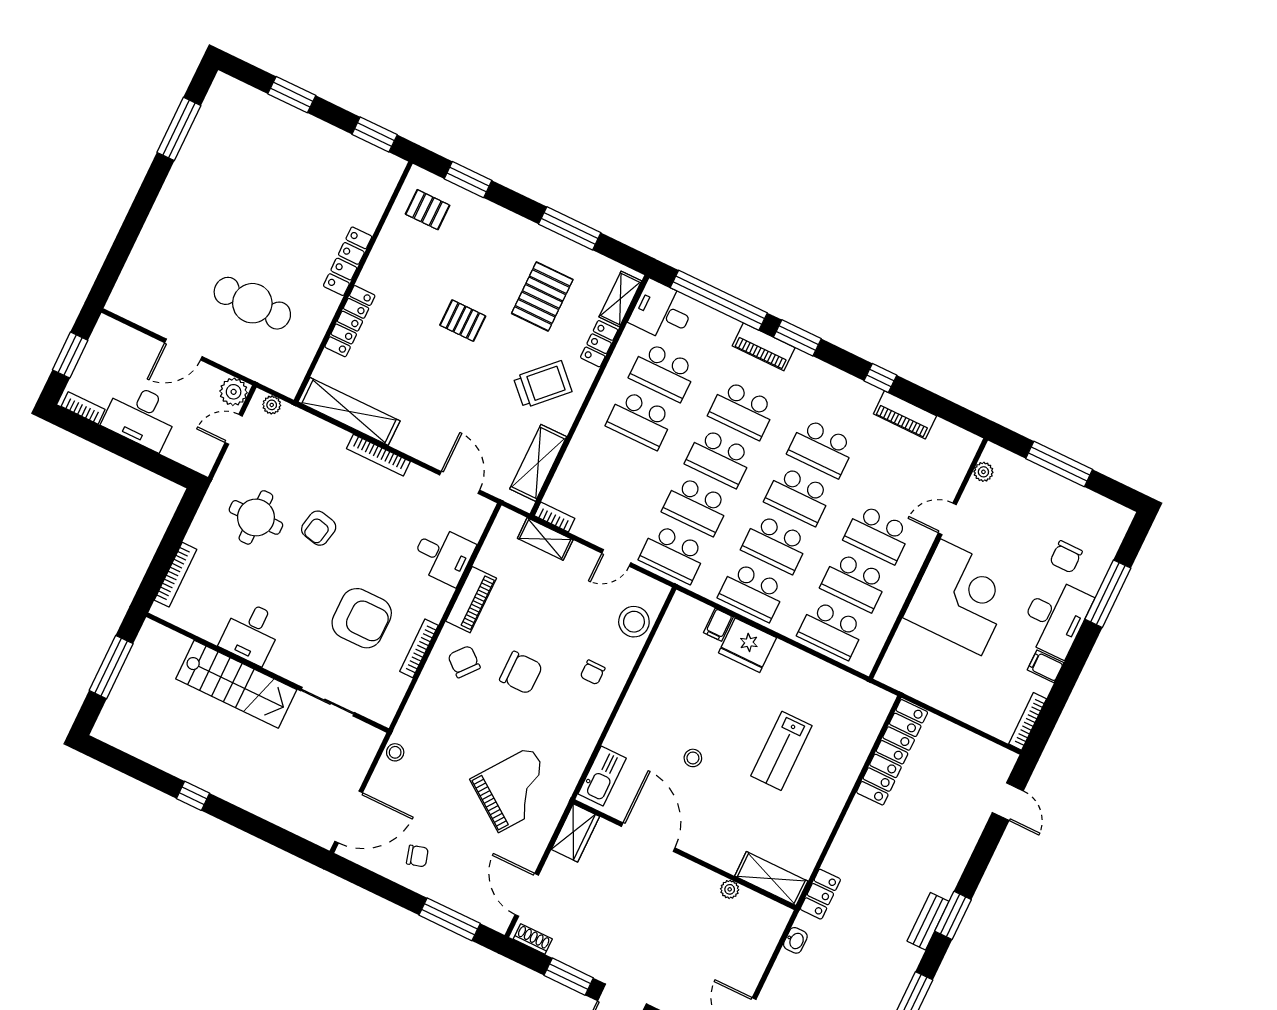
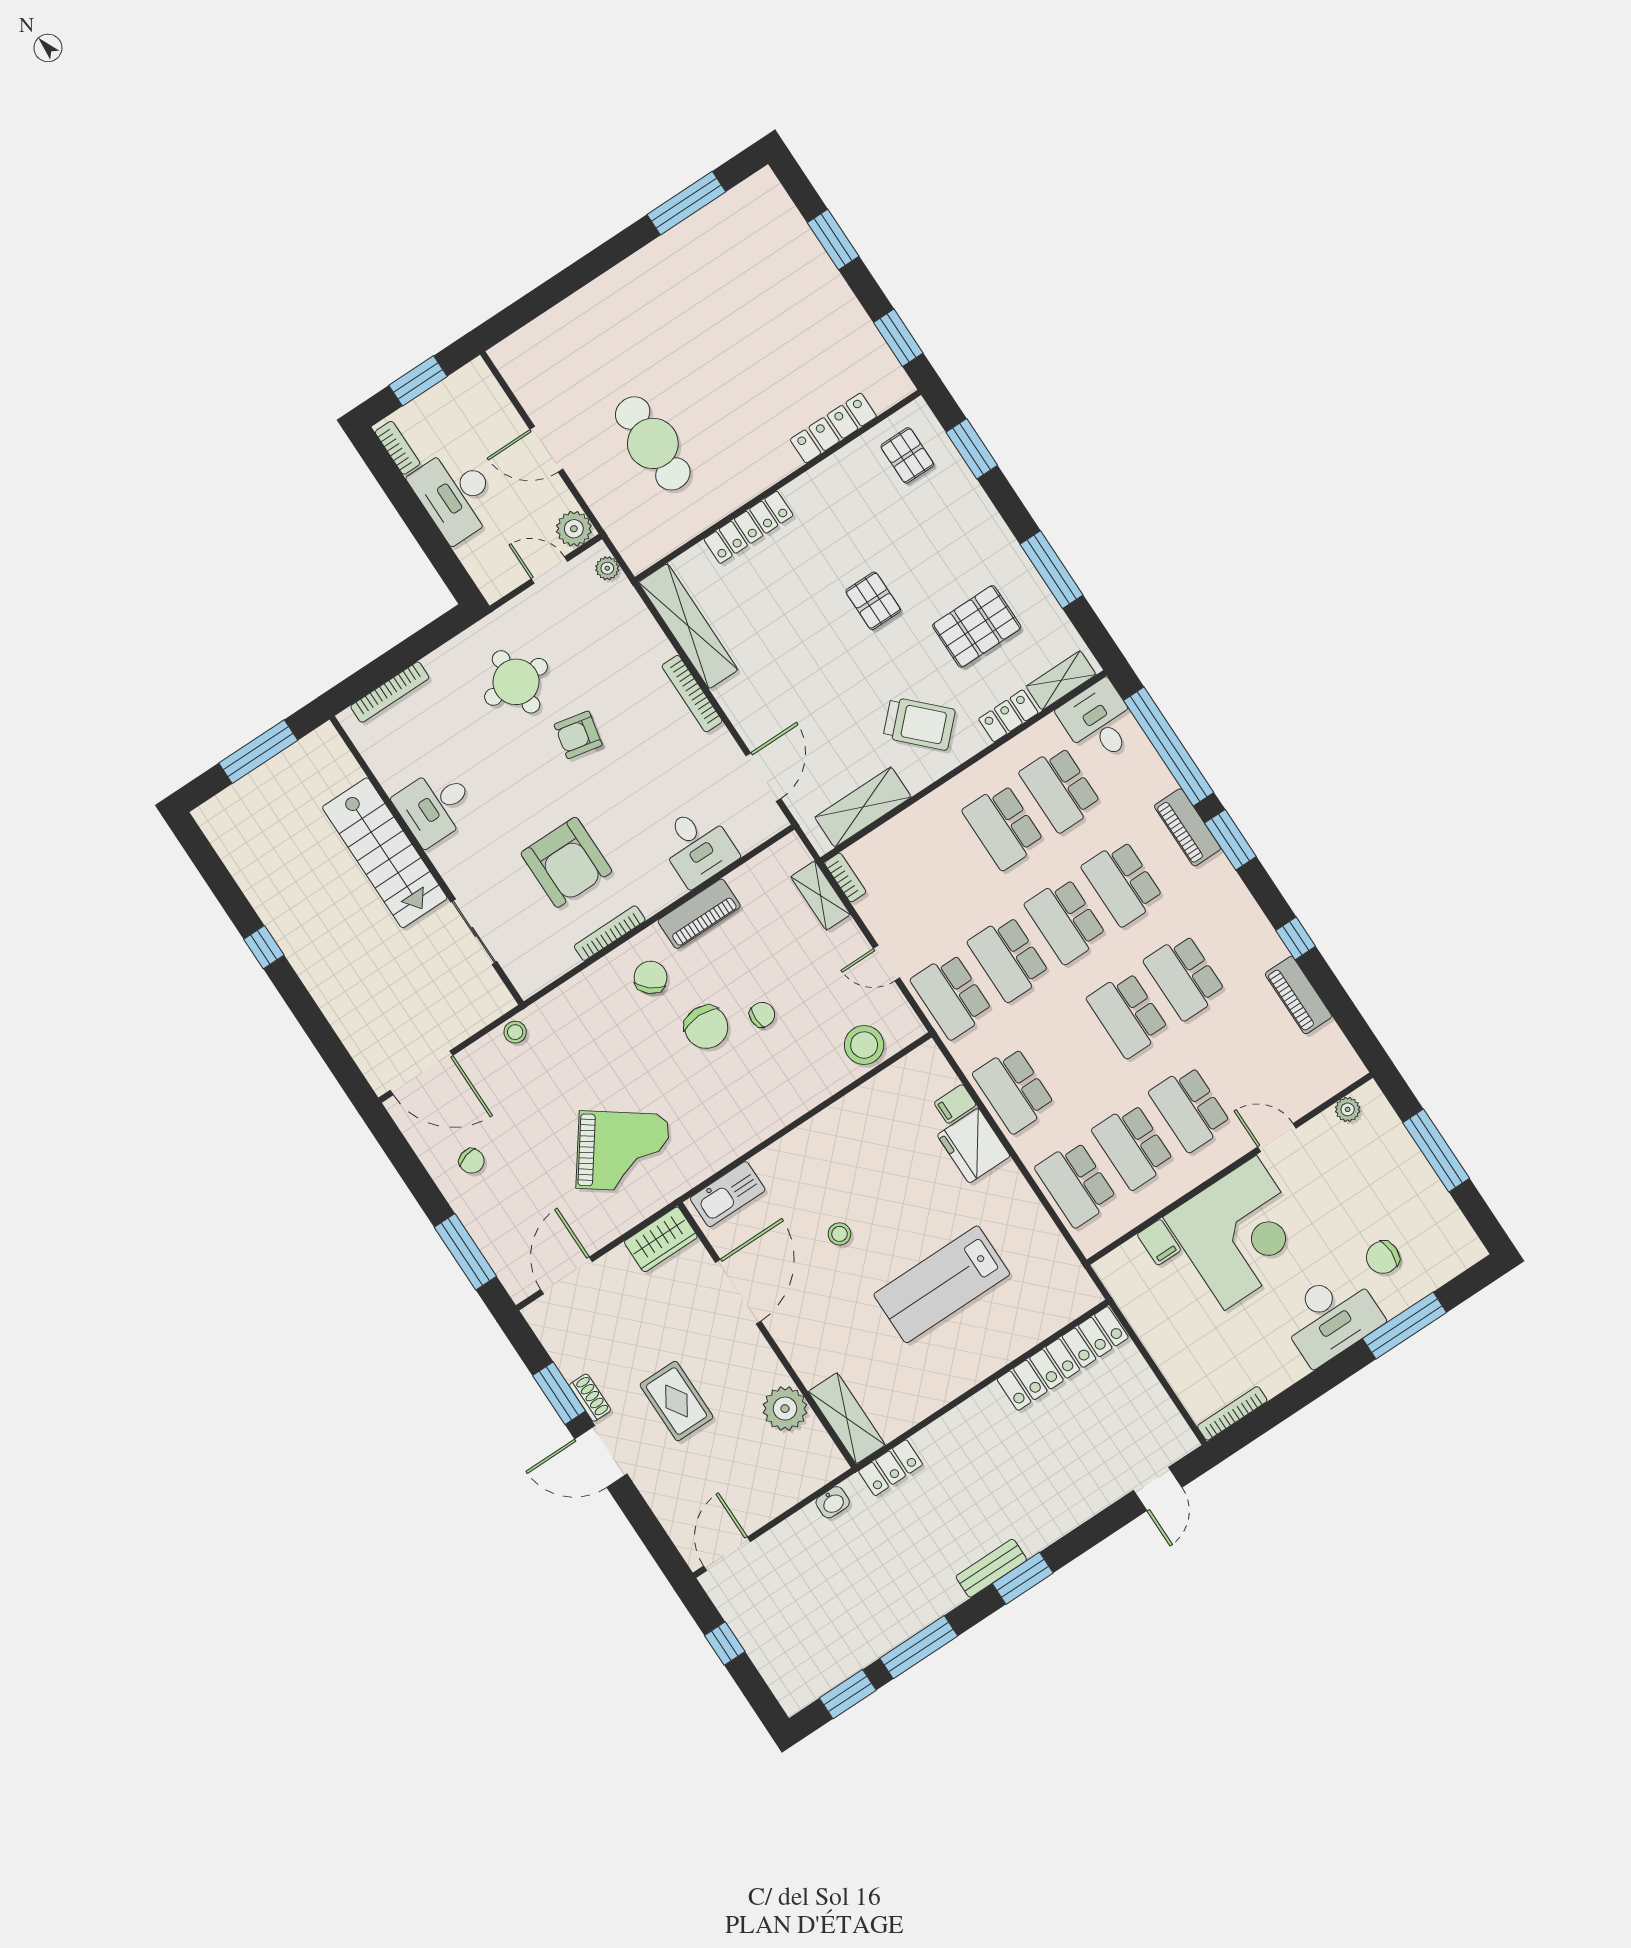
locker: (348, 261) -> (833, 428), moved
school desk: (775, 544) -> (1071, 1052), removed
filing cabinet: (1046, 666) -> (1159, 1242), moved, turned 180
chair: (593, 672) -> (762, 1015), moved, turned 180
lab bench: (781, 751) -> (942, 1284), width x1.36, depth x1.39
plant: (730, 889) -> (785, 1409), width x1.88, depth x1.88
rug: (650, 935) -> (676, 1401), added
shoe rack: (533, 939) -> (590, 1398), moved

